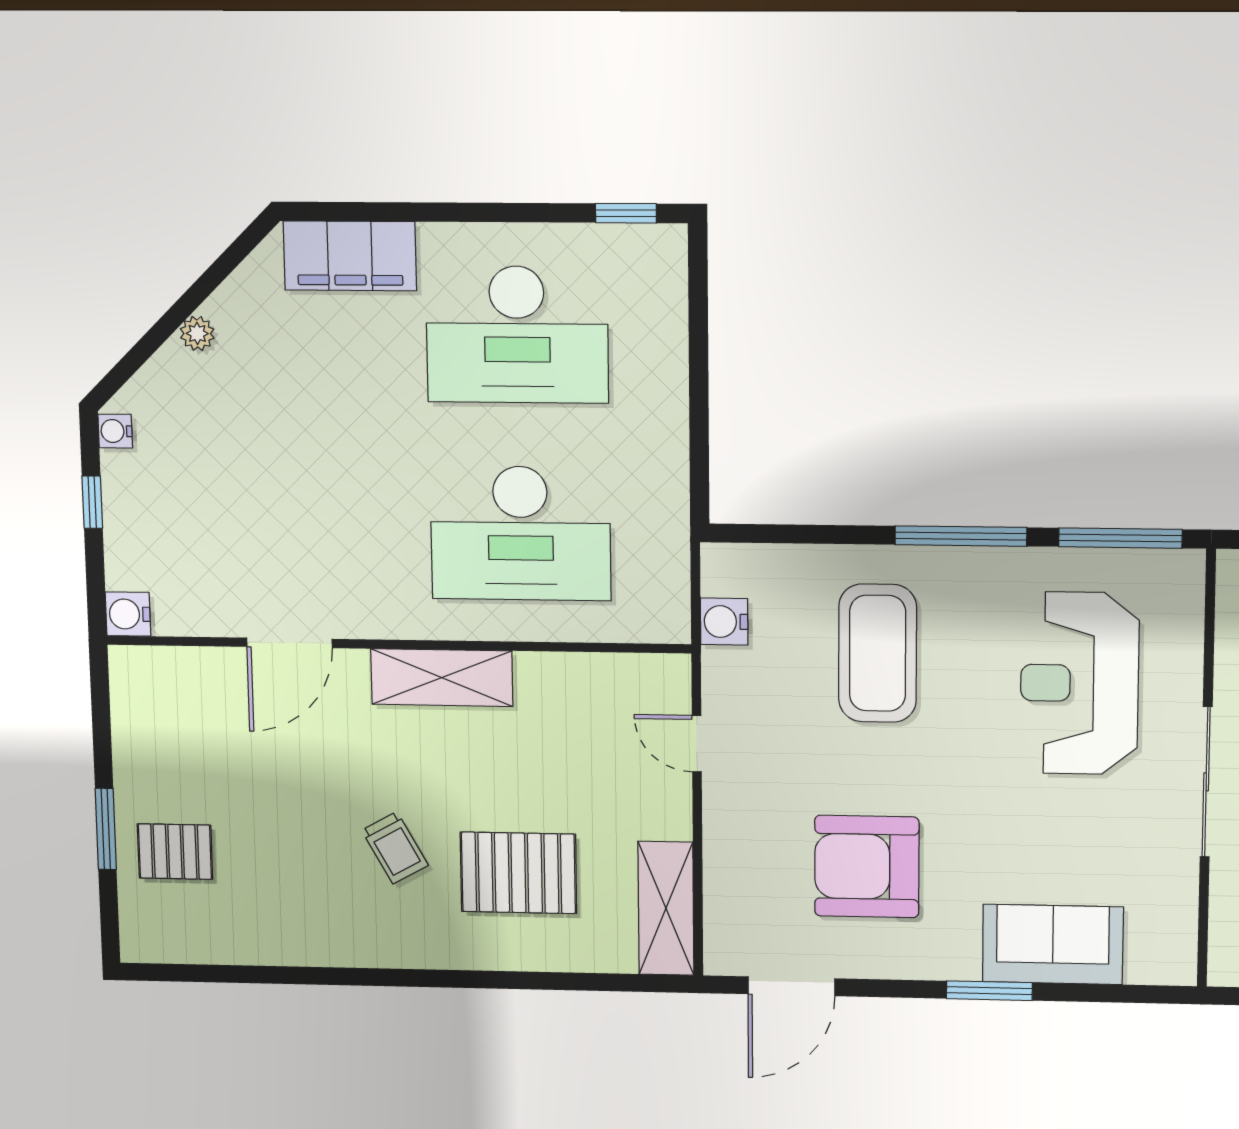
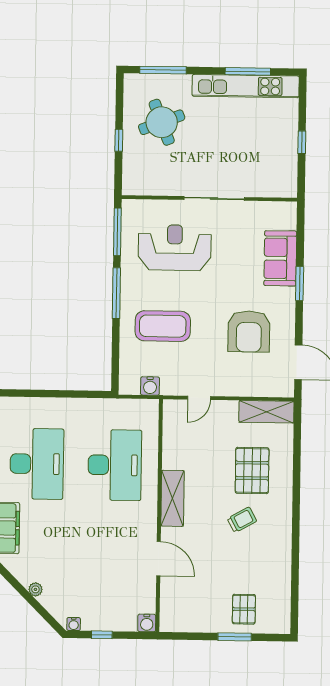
reception desk: (1079, 683) -> (175, 248), turned 180

